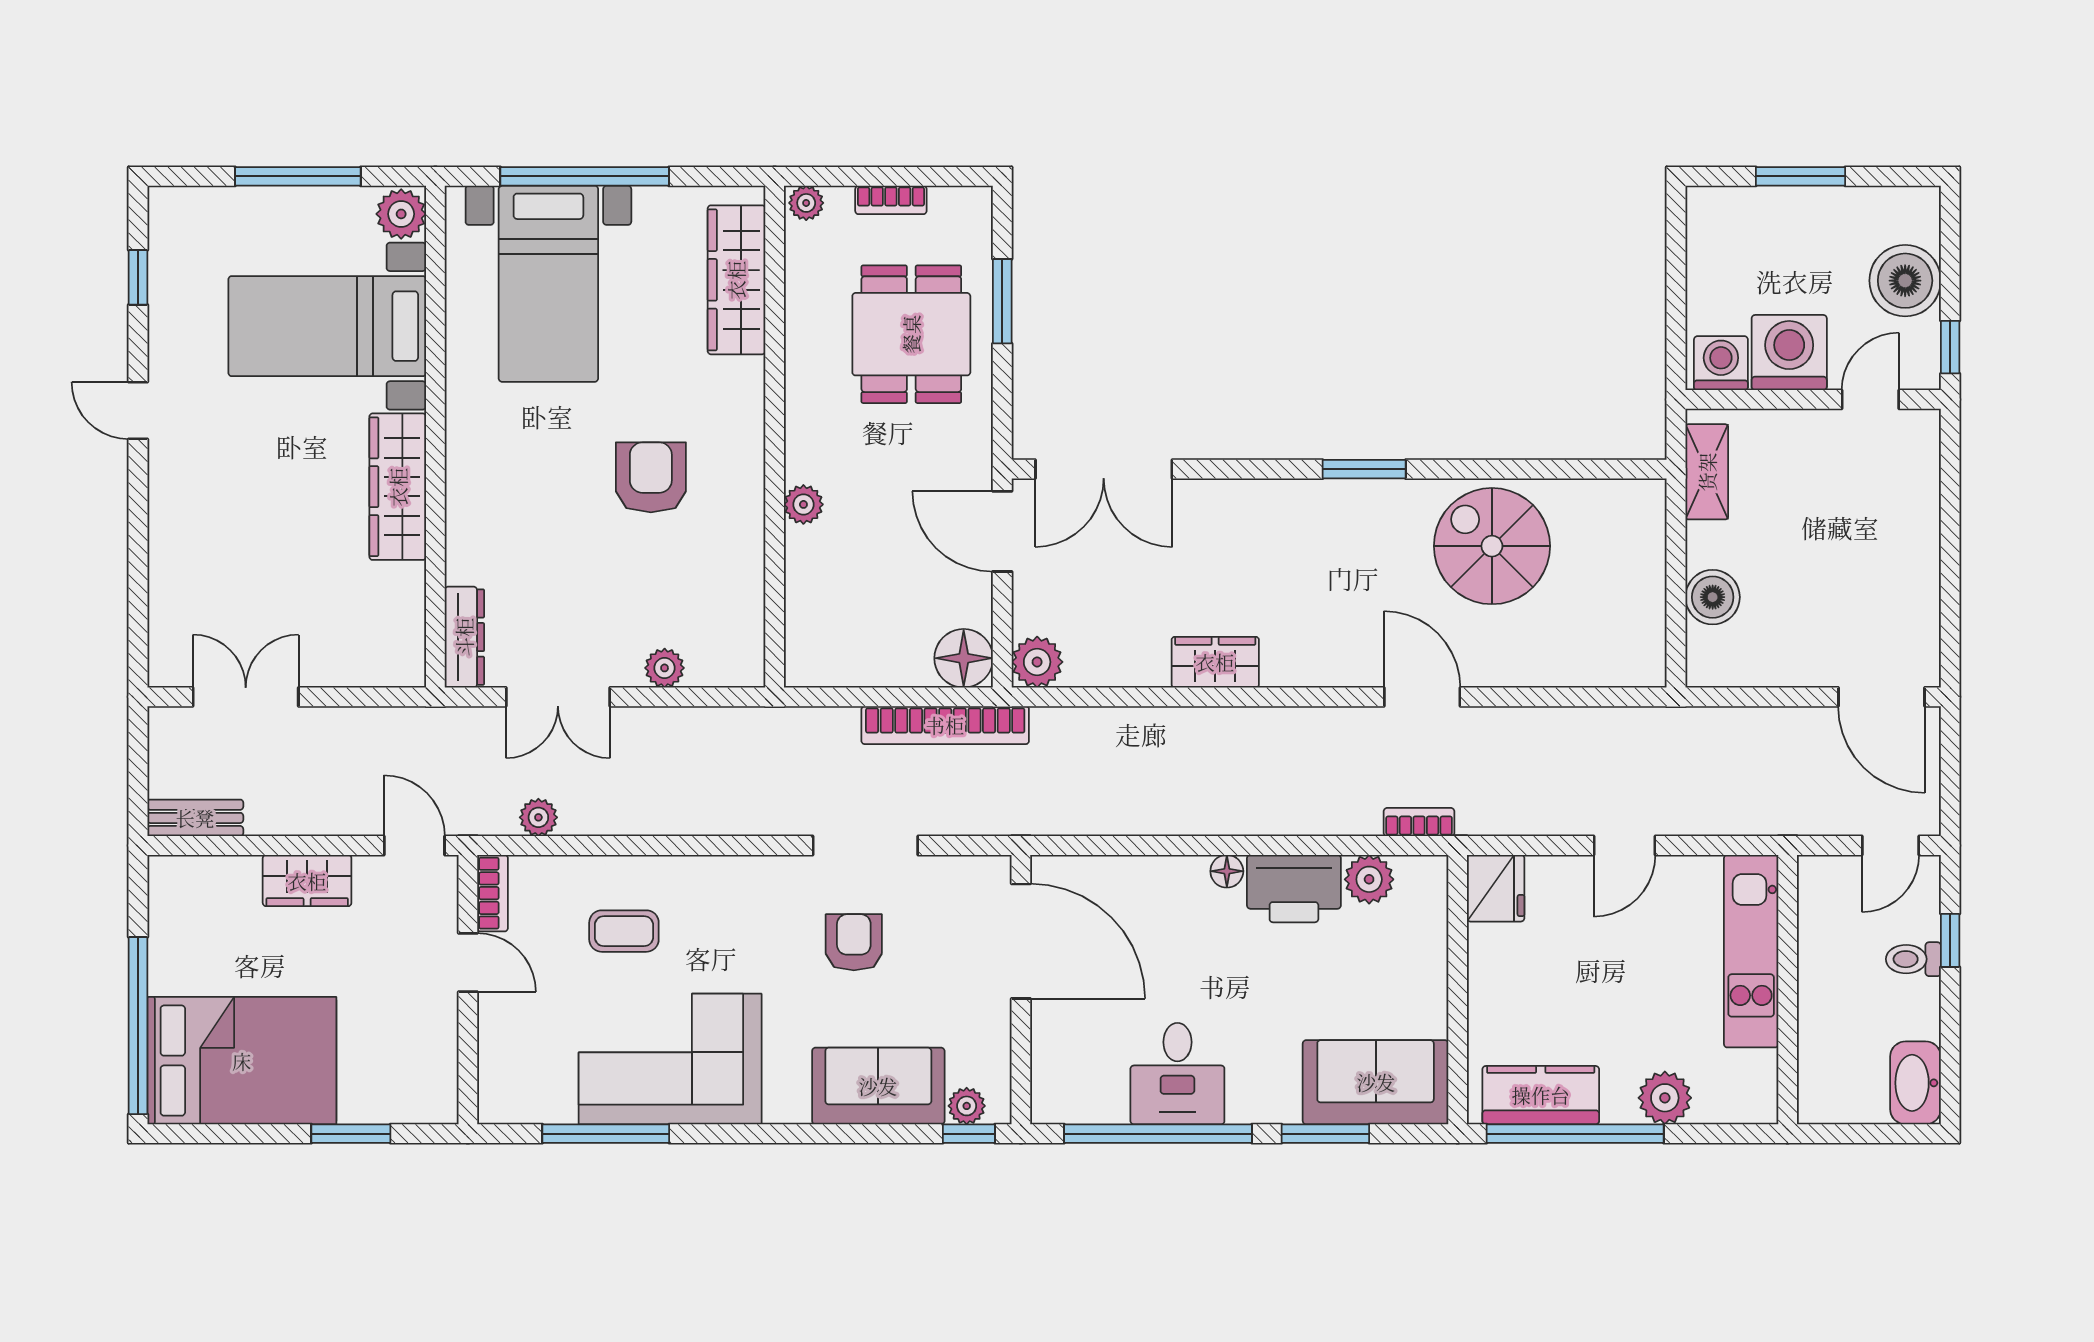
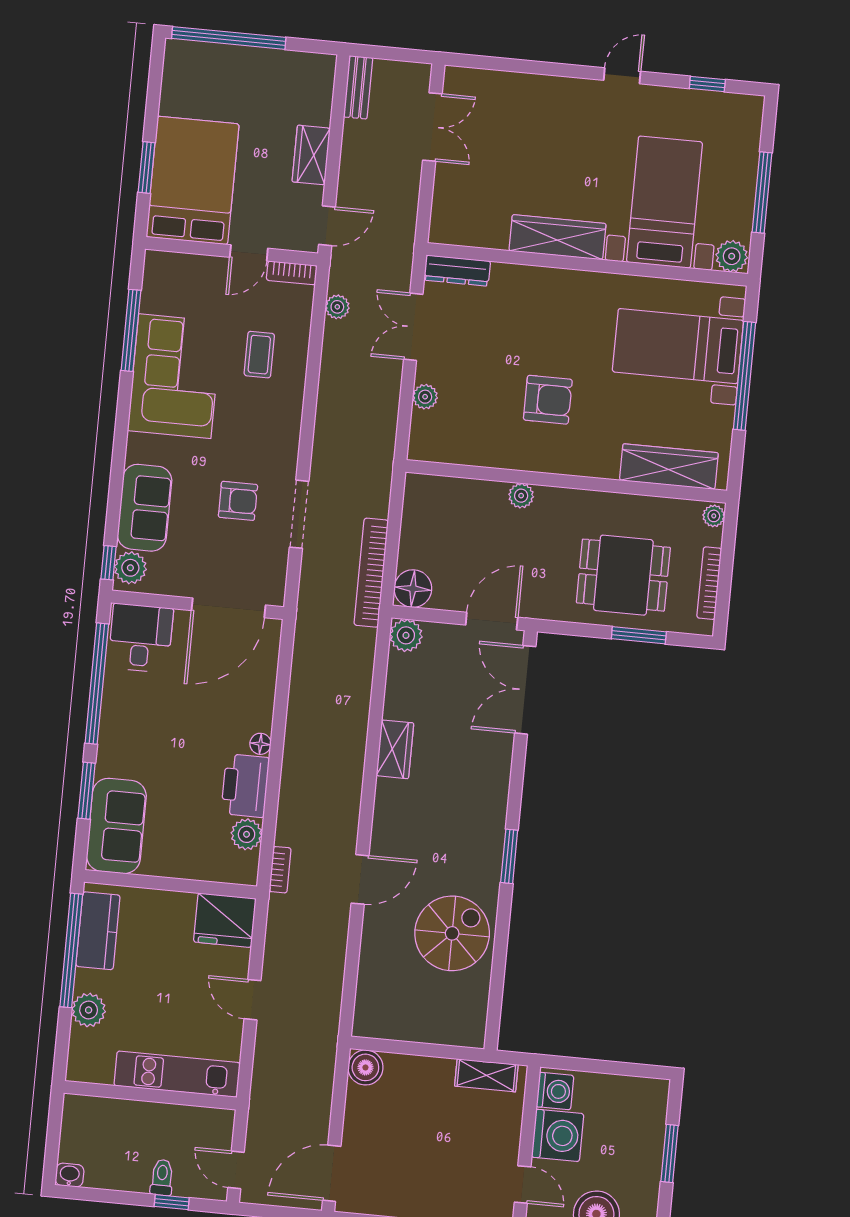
bookcase: (891, 200) -> (709, 583), width x1.56
boiler: (1713, 597) -> (365, 1067), moved
fridge: (1496, 888) -> (225, 920), width x1.36, depth x1.34
bed: (242, 1061) -> (193, 180), moved, turned 180
desk: (1177, 1074) -> (141, 638), moved, turned 90
washbasin: (1916, 1083) -> (70, 1175), width x0.52, depth x0.69
plant: (967, 1106) -> (130, 568), width x1.38, depth x1.38

